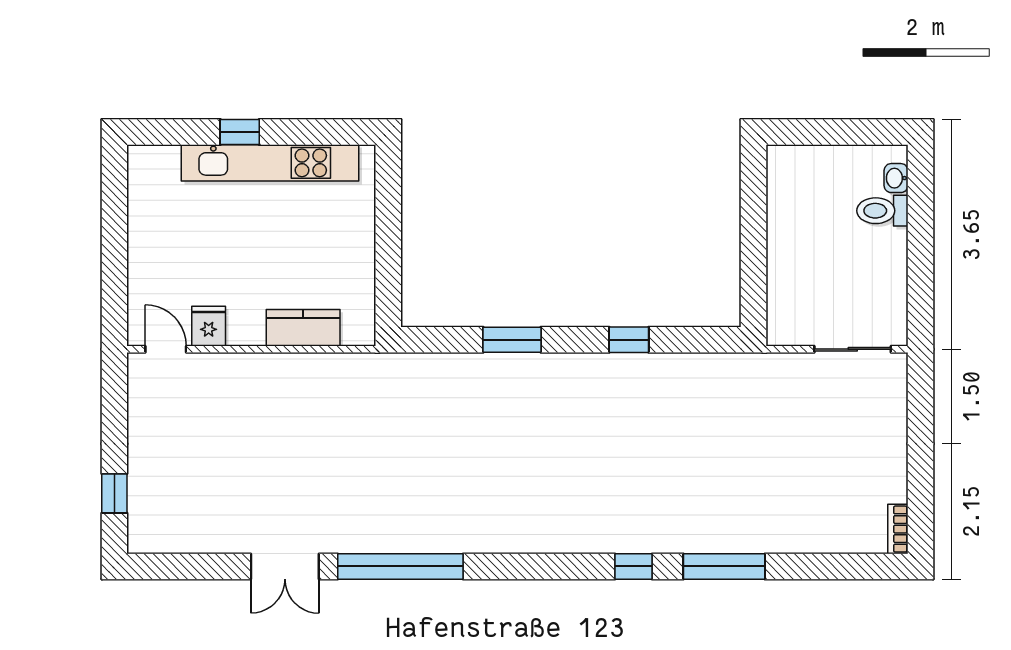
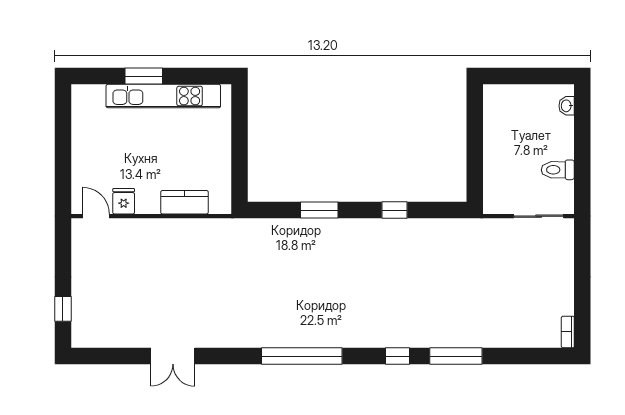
window: (240, 132) -> (144, 76), width x1.50
toilet: (882, 211) -> (558, 170), moved
window: (400, 566) -> (302, 356), moved

